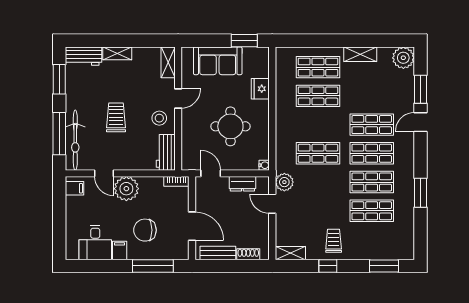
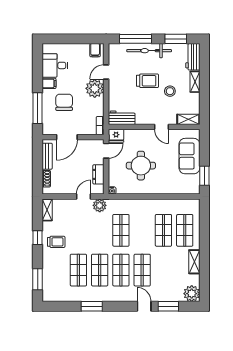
fridge: (260, 89) -> (116, 136), moved, turned 180
stool: (159, 118) -> (170, 91), moved
bicycle: (75, 140) -> (149, 51), moved

